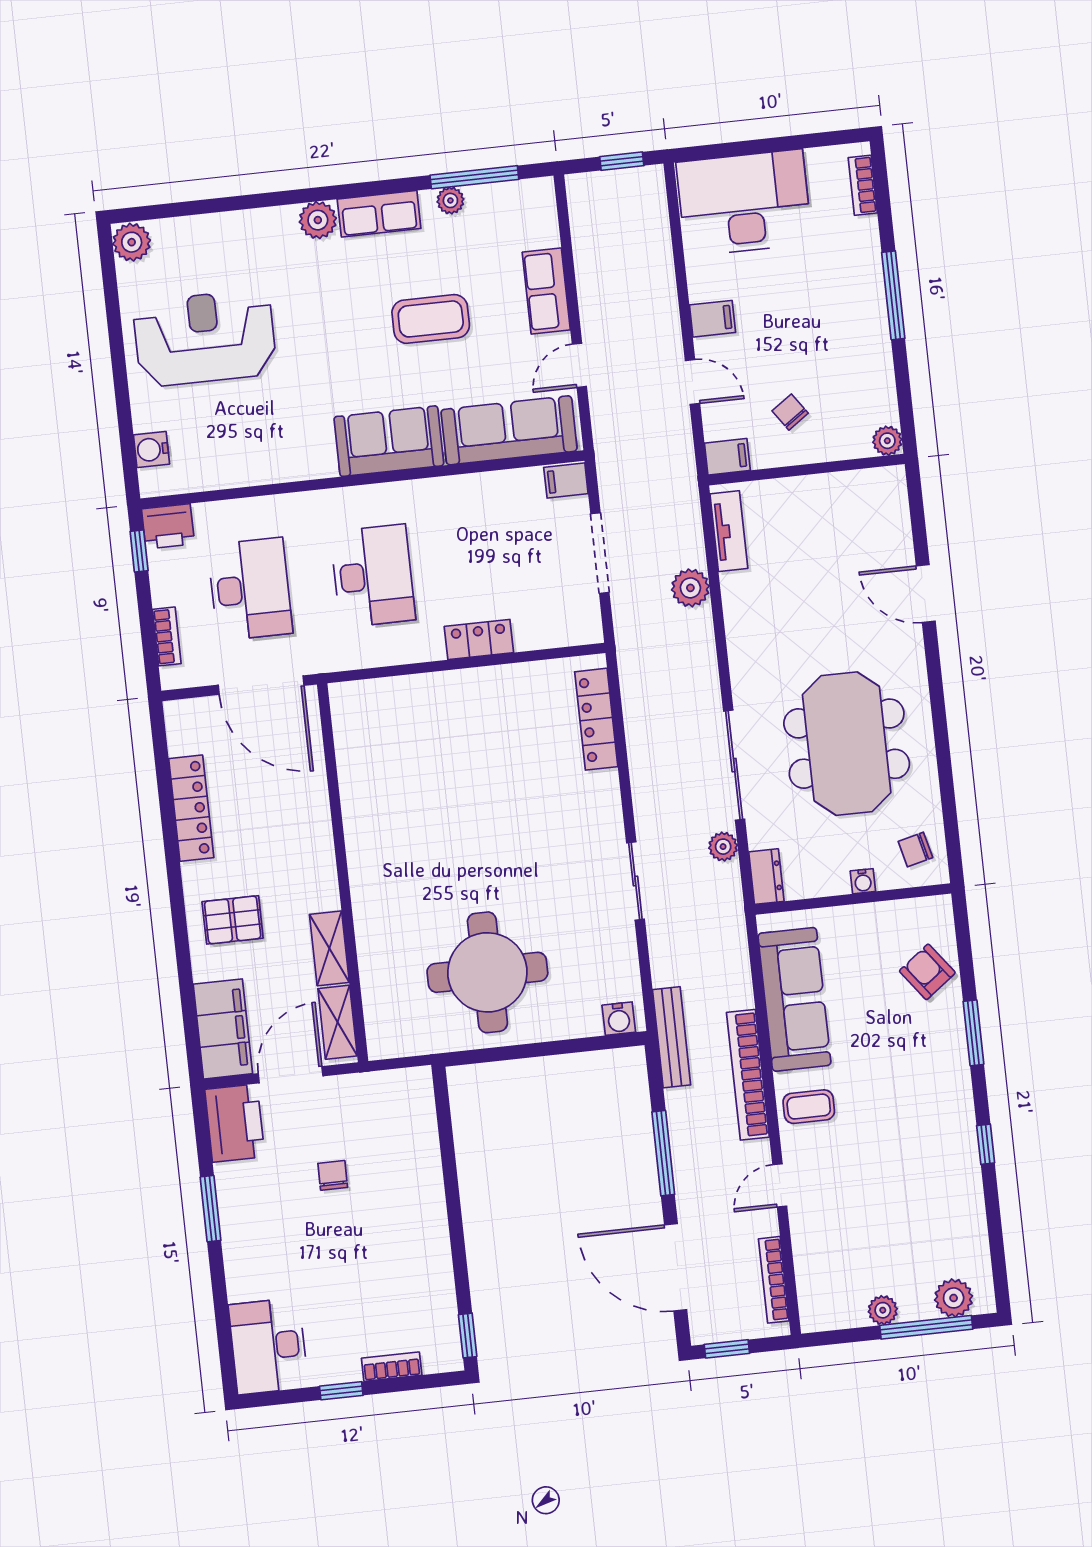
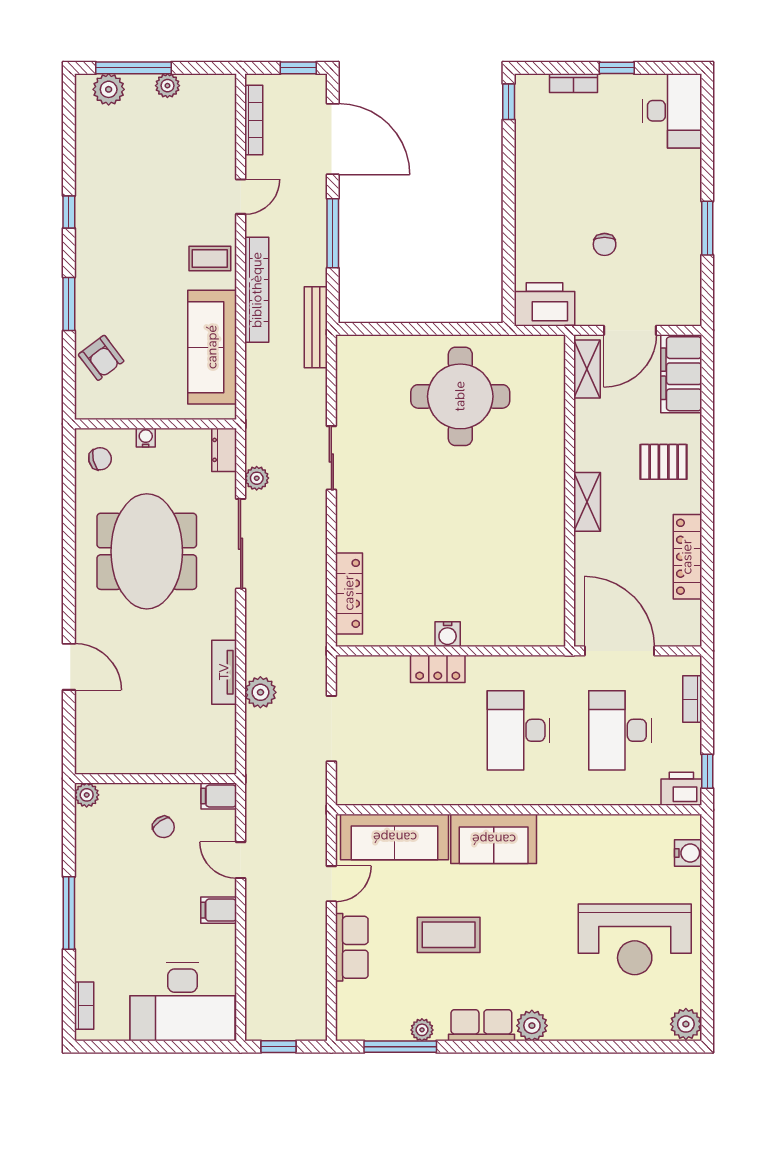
filing cabinet: (566, 480) -> (353, 791), removed
tv unit: (729, 531) -> (224, 672), moved
shelving: (329, 948) -> (587, 502), moved
water cooler: (619, 1019) -> (448, 634), moved, turned 180
printer: (235, 1123) -> (544, 304), moved, turned 90

